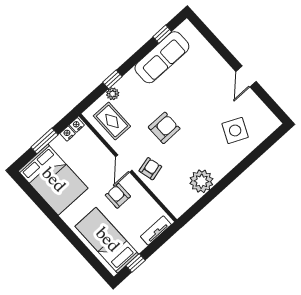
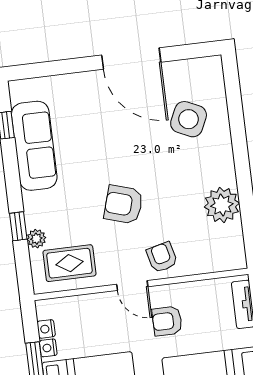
door: (246, 76) -> (131, 59), width x1.88
nightstand: (77, 125) -> (48, 348), moved
armchair: (164, 128) -> (123, 205), turned -73

